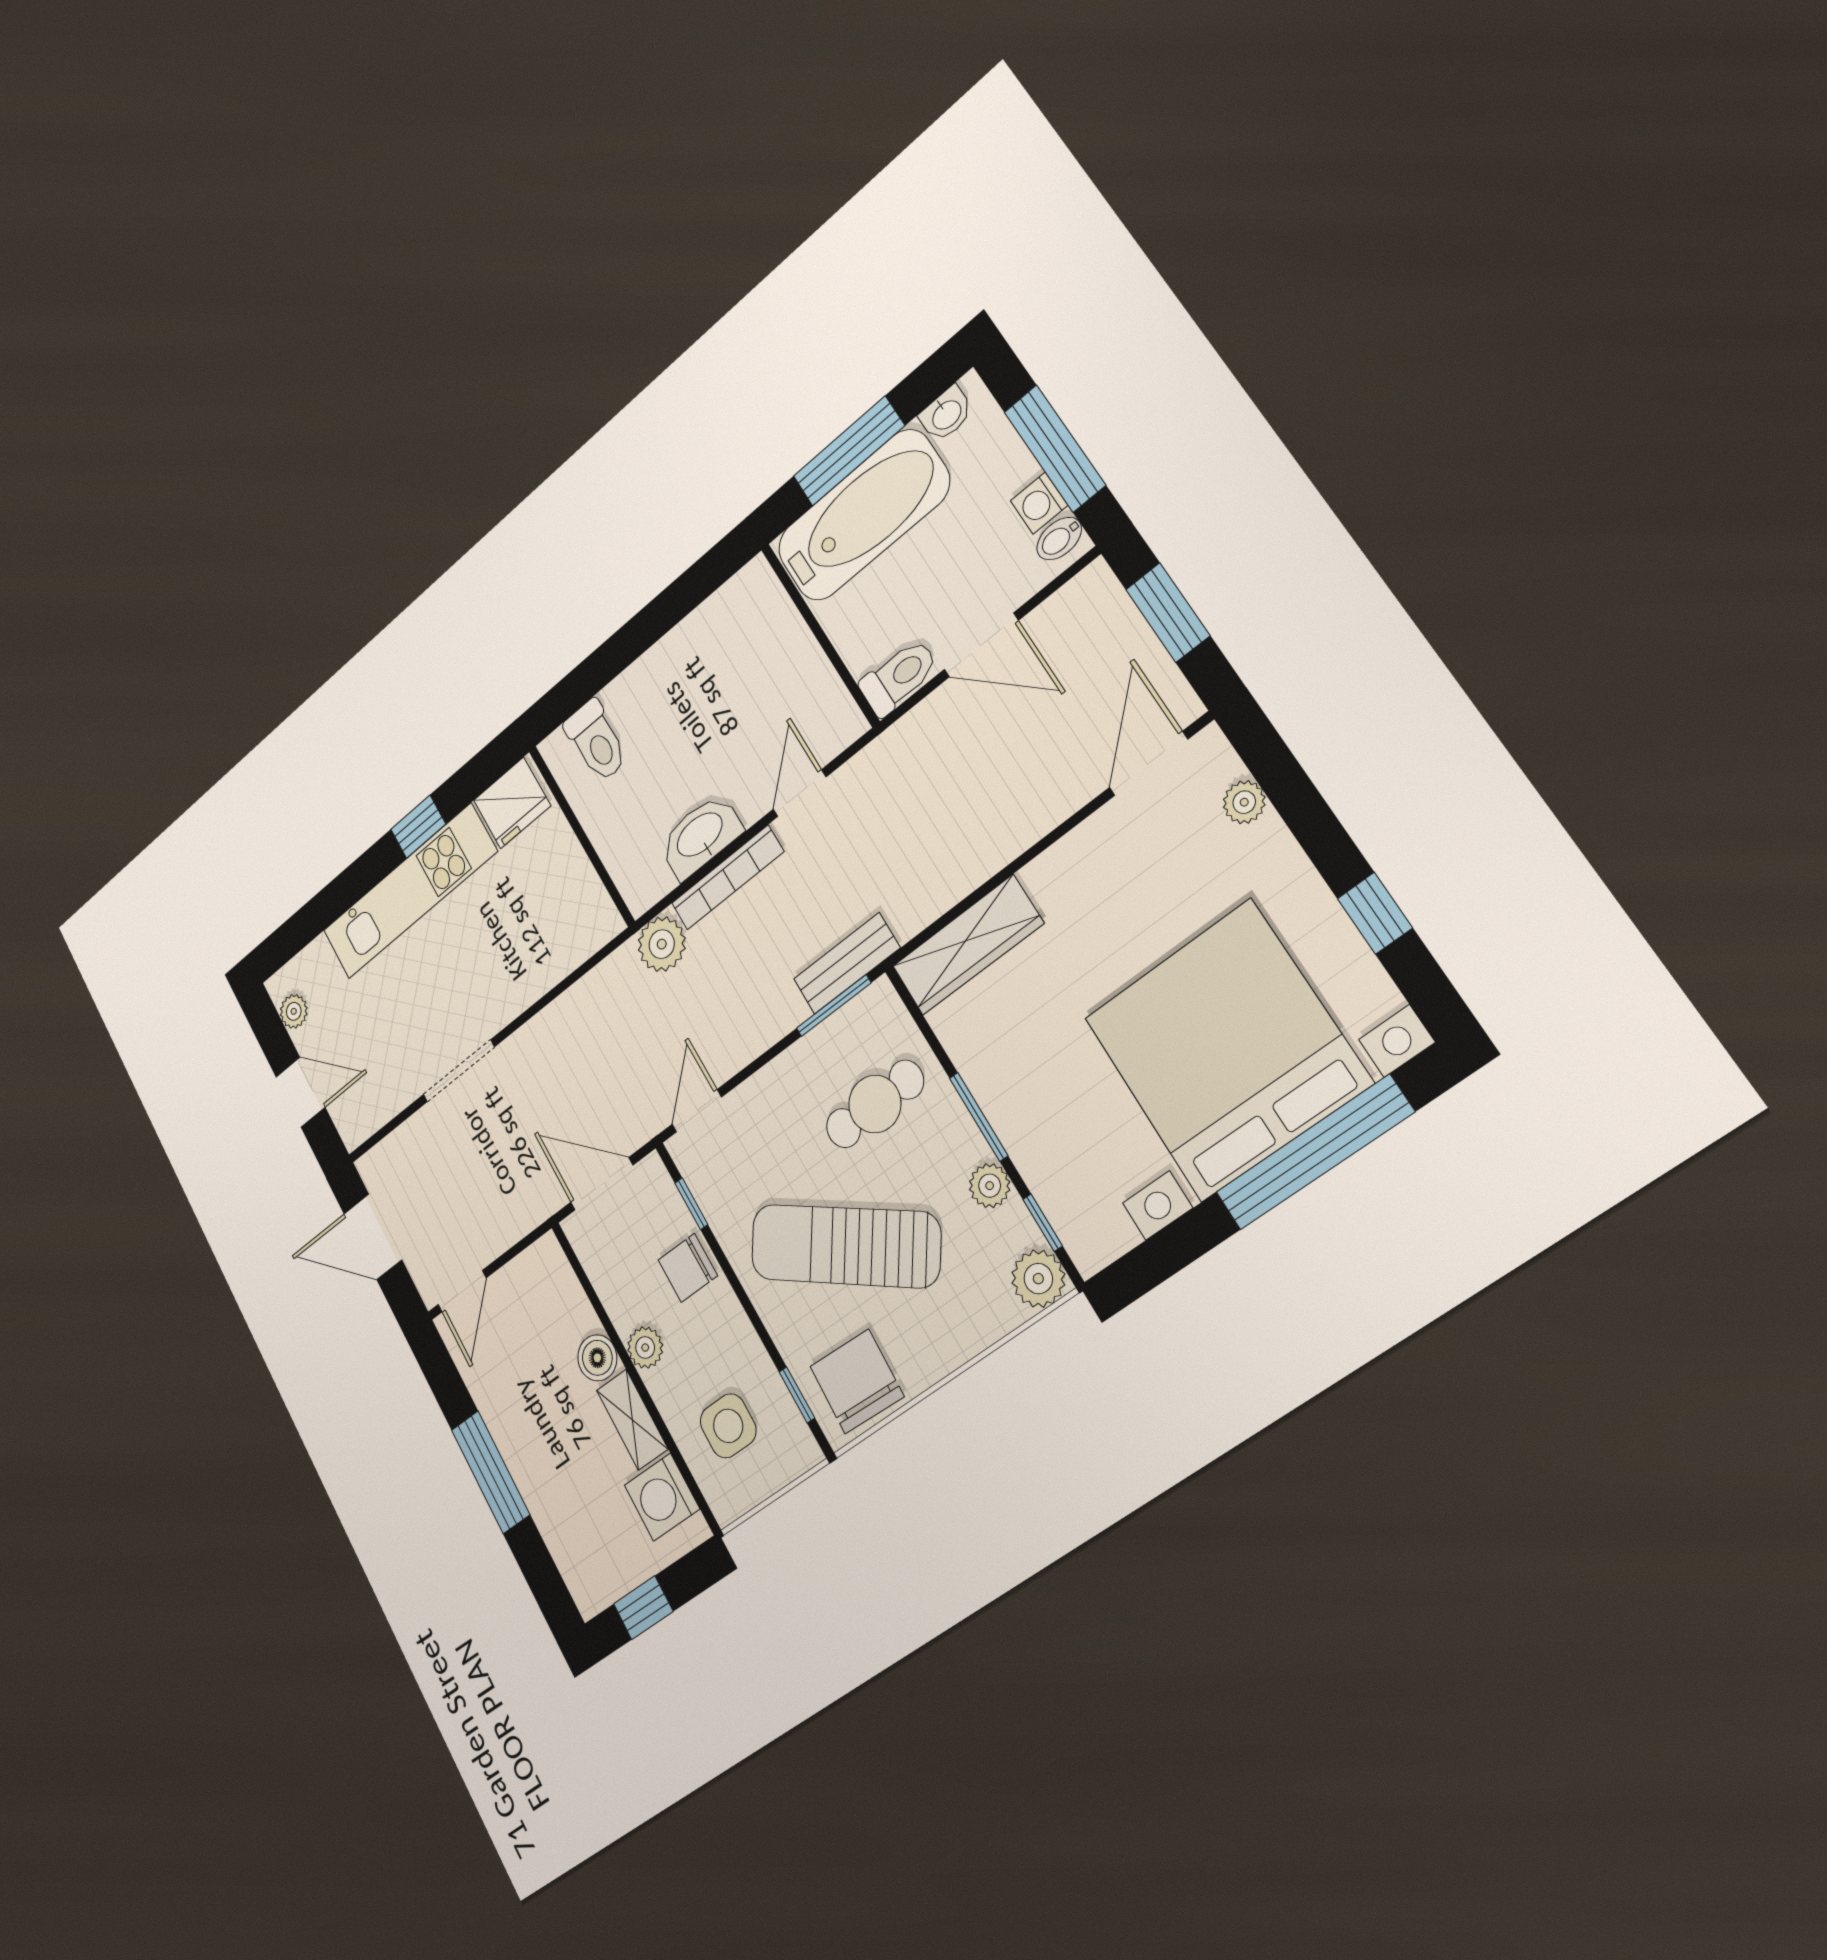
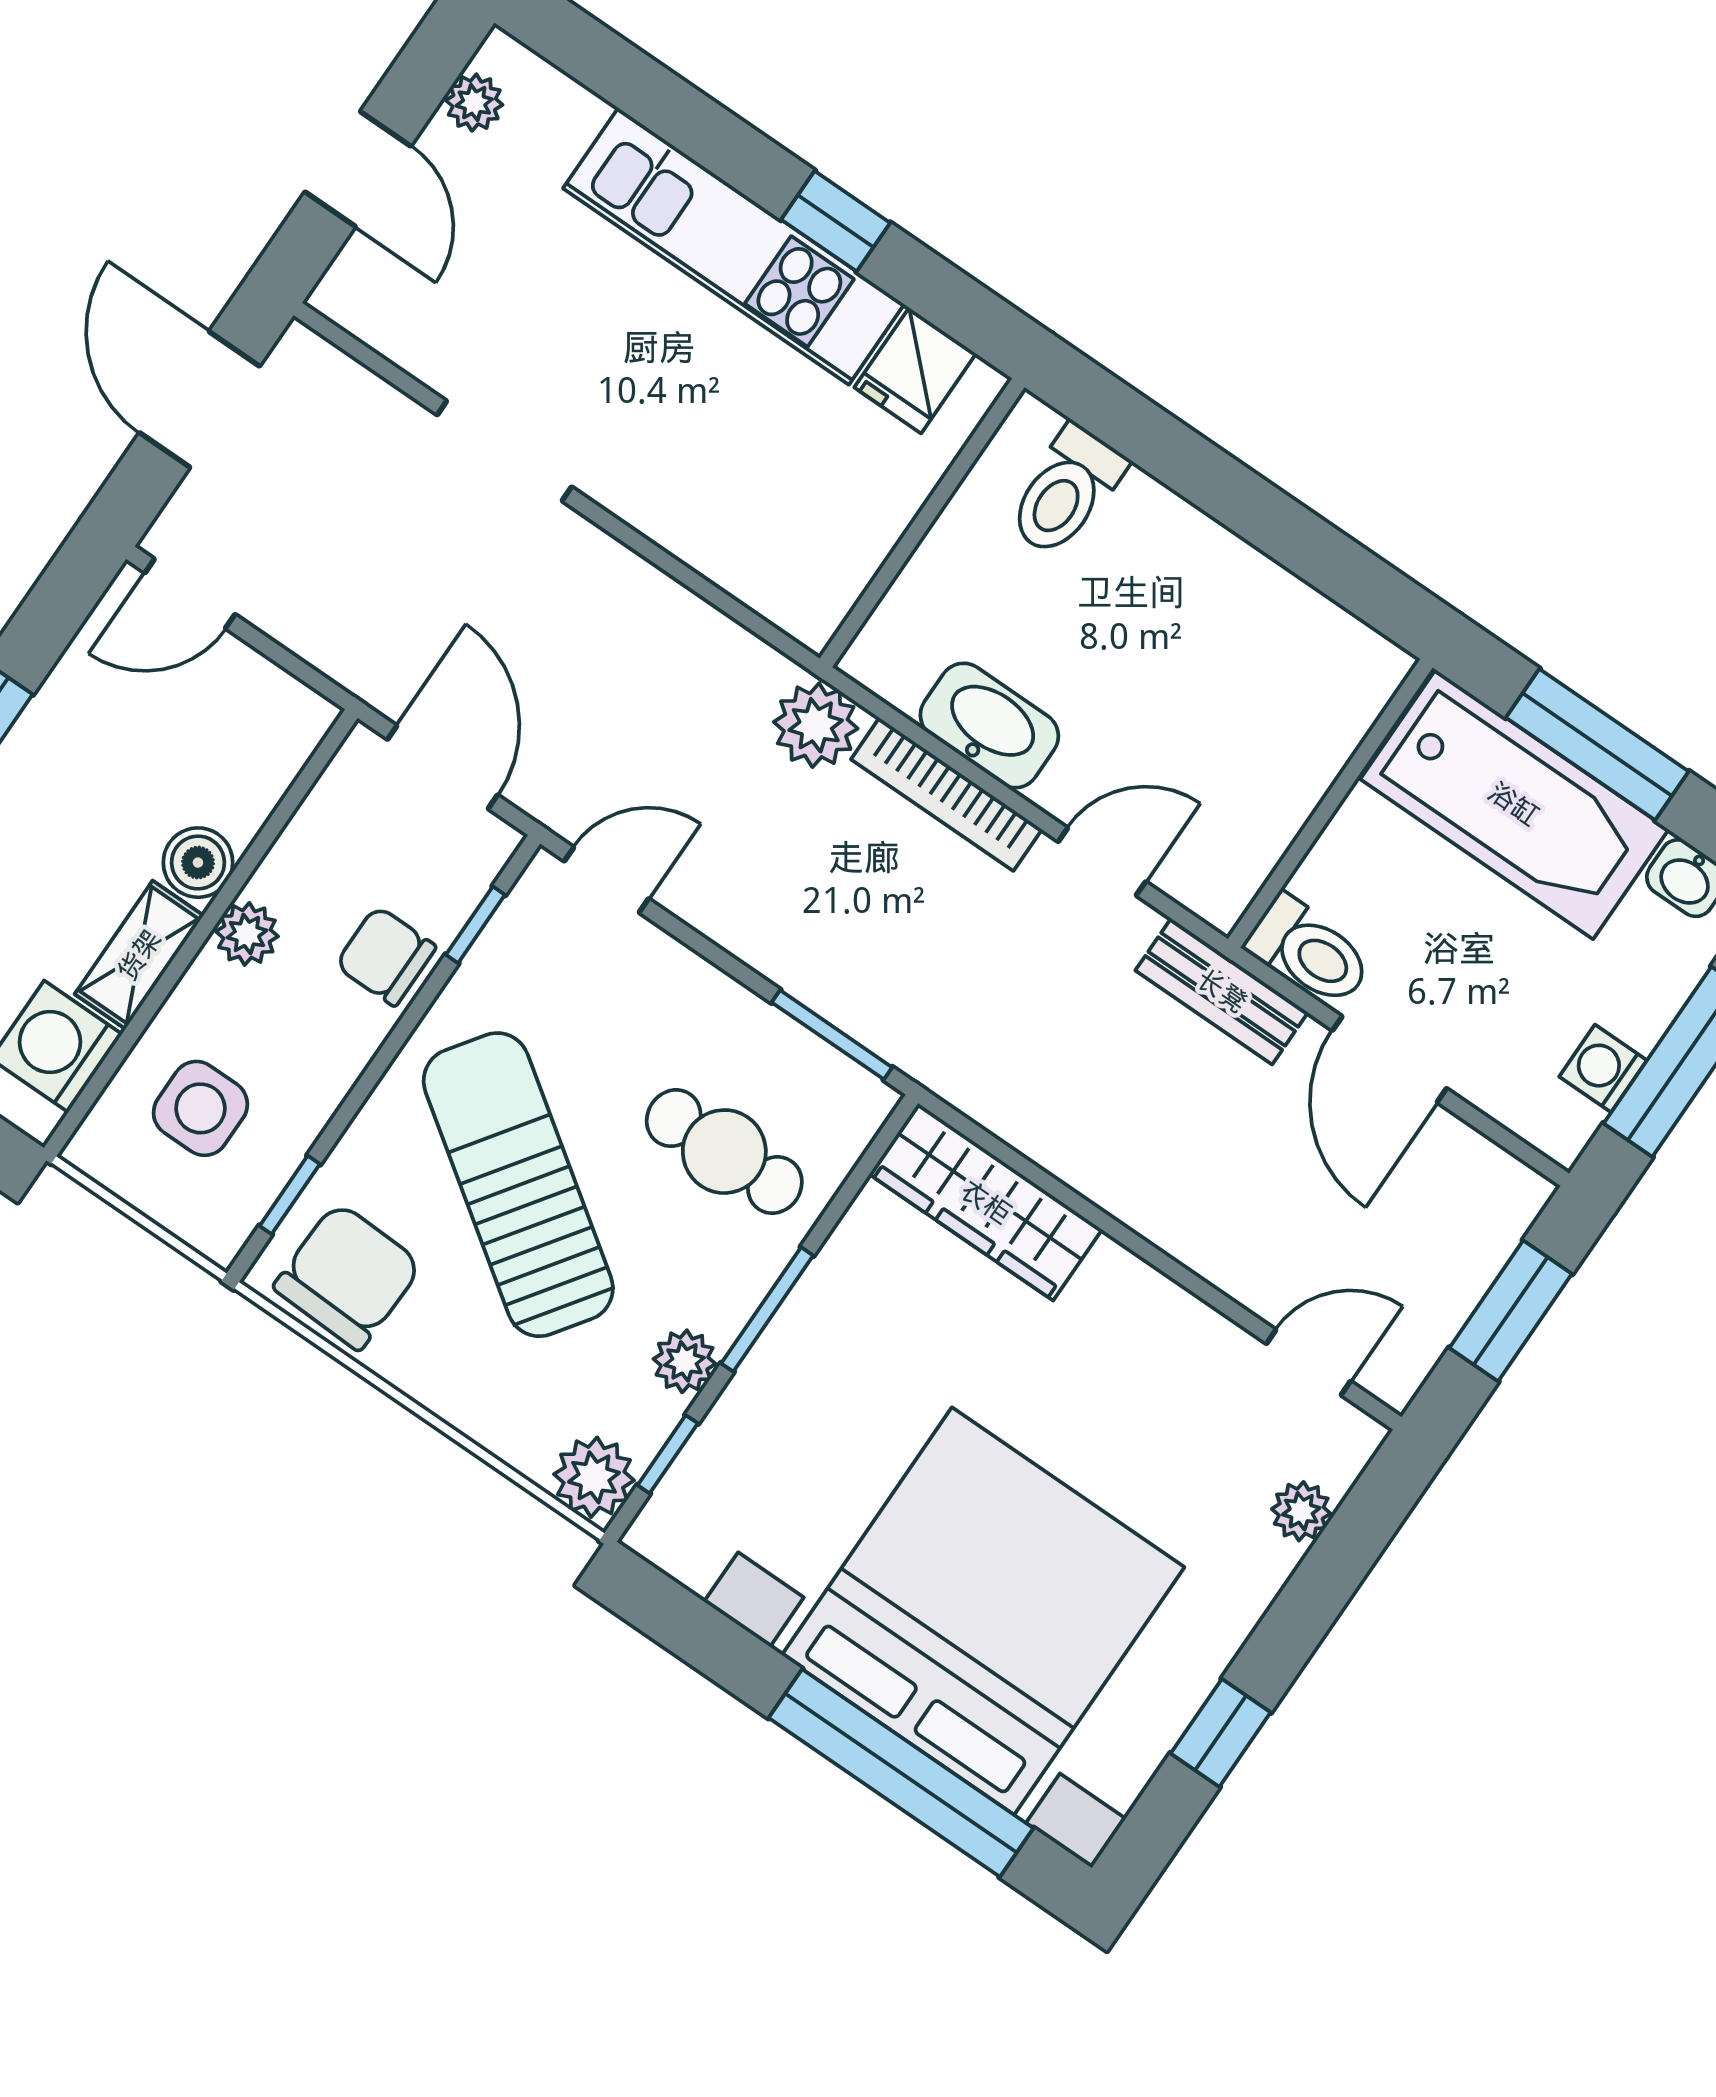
bidet: (1059, 539) -> (1564, 1117), removed
door: (1148, 763) -> (1308, 1362), width x0.73
fridge: (512, 803) -> (915, 371), width x0.72
bench: (847, 963) -> (1222, 991), moved

